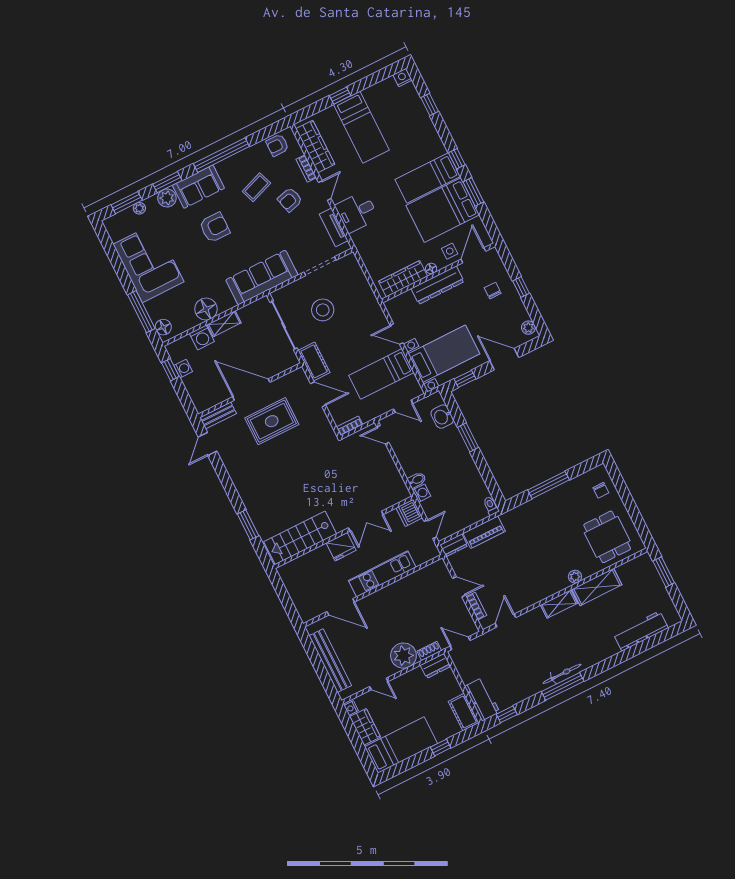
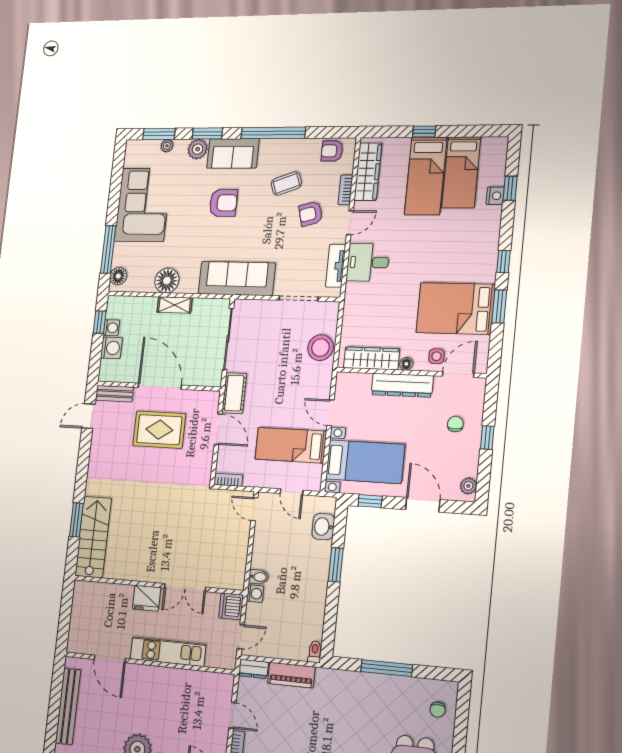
nightstand: (402, 77) -> (495, 196), moved, turned 90
bed: (428, 178) -> (461, 172), moved, turned -90
stool: (323, 310) -> (320, 348), moved
washing machine: (202, 337) -> (111, 348), moved, turned -90
stairs: (300, 538) -> (93, 537), moved, turned 90

